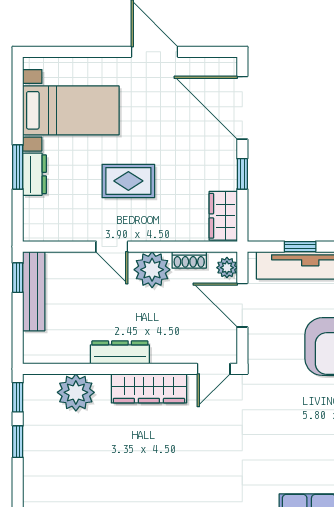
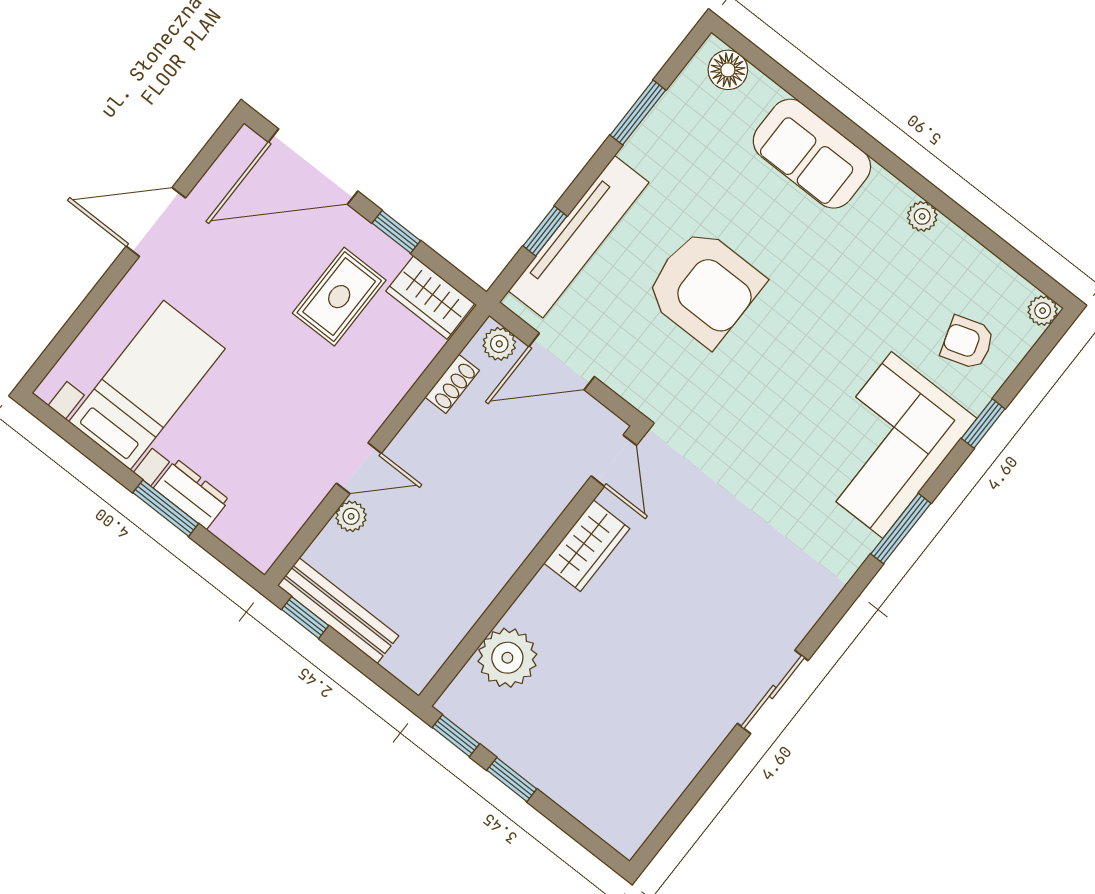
rug: (128, 181) -> (339, 297), moved
plant: (152, 270) -> (351, 516), moved, width x0.53, depth x0.53
dresser: (120, 352) -> (500, 562), removed
wardrobe: (149, 388) -> (587, 546), width x0.67

